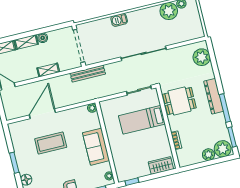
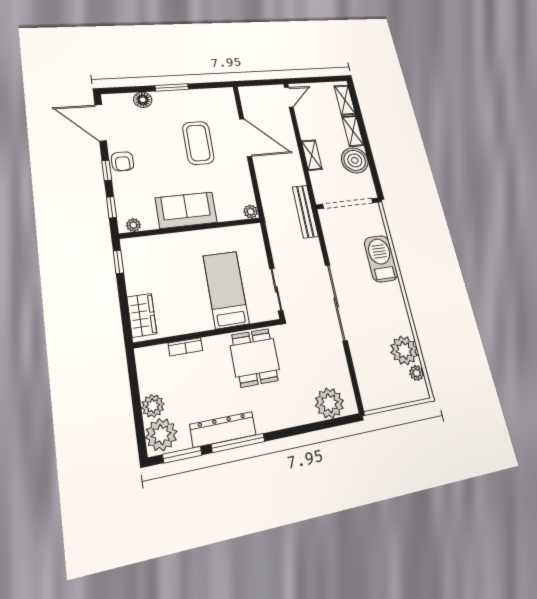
barbecue: (119, 20) -> (381, 259), width x1.88, depth x1.53
boiler: (43, 38) -> (355, 160), width x1.86, depth x1.86
dresser: (214, 96) -> (223, 430), moved

